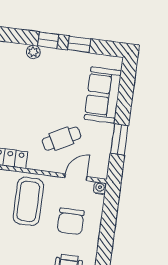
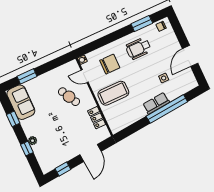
window: (48, 40) -> (27, 149), moved
sofa: (103, 95) -> (21, 102), moved, turned -90
window: (119, 139) -> (27, 76), moved

